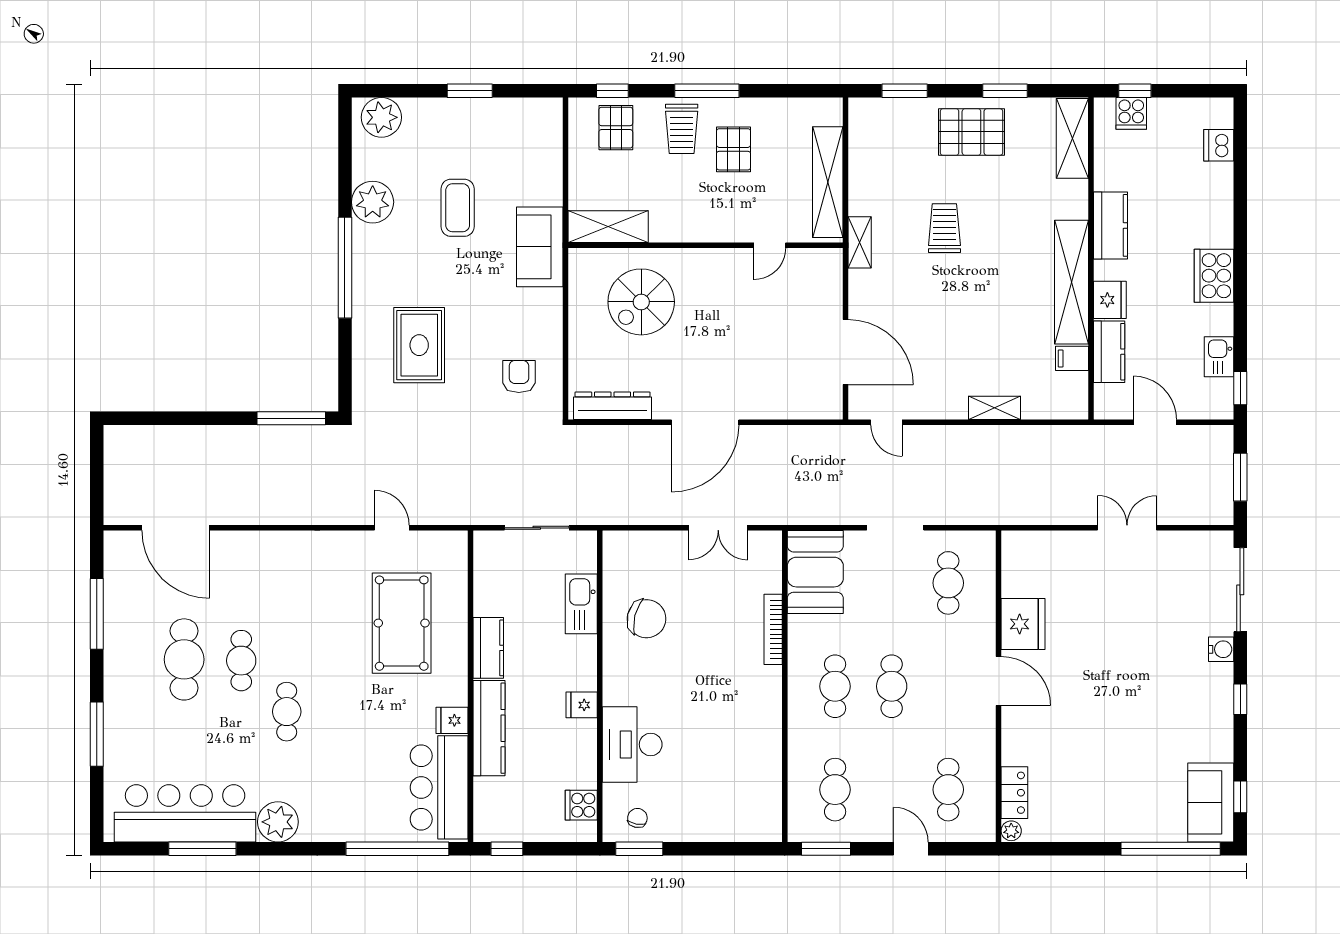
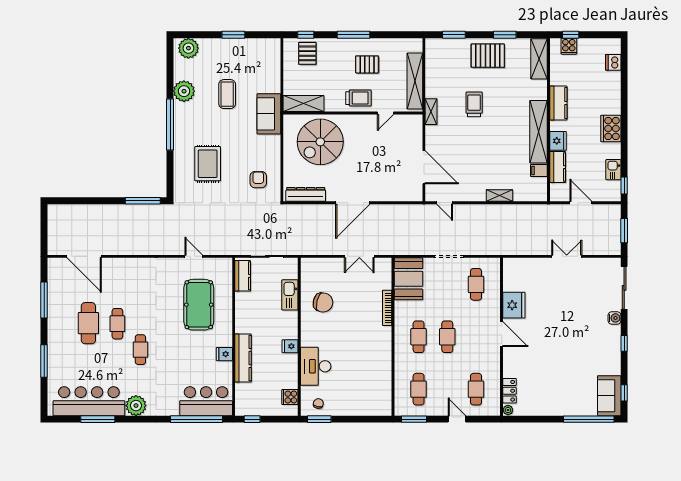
trolley: (682, 129) -> (358, 98), moved, turned -90
pallet: (733, 149) -> (367, 64), turned 90
spiral stairs: (641, 302) -> (320, 142), width x1.37, depth x1.37
kitchen counter: (488, 648) -> (243, 276), moved
bar counter: (439, 787) -> (206, 401), moved, turned 90

